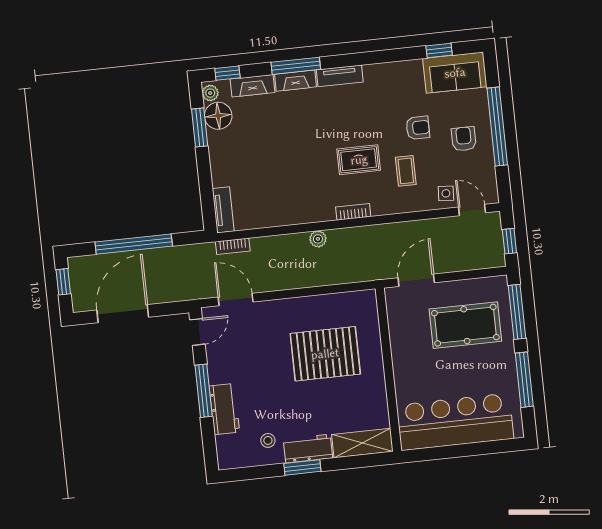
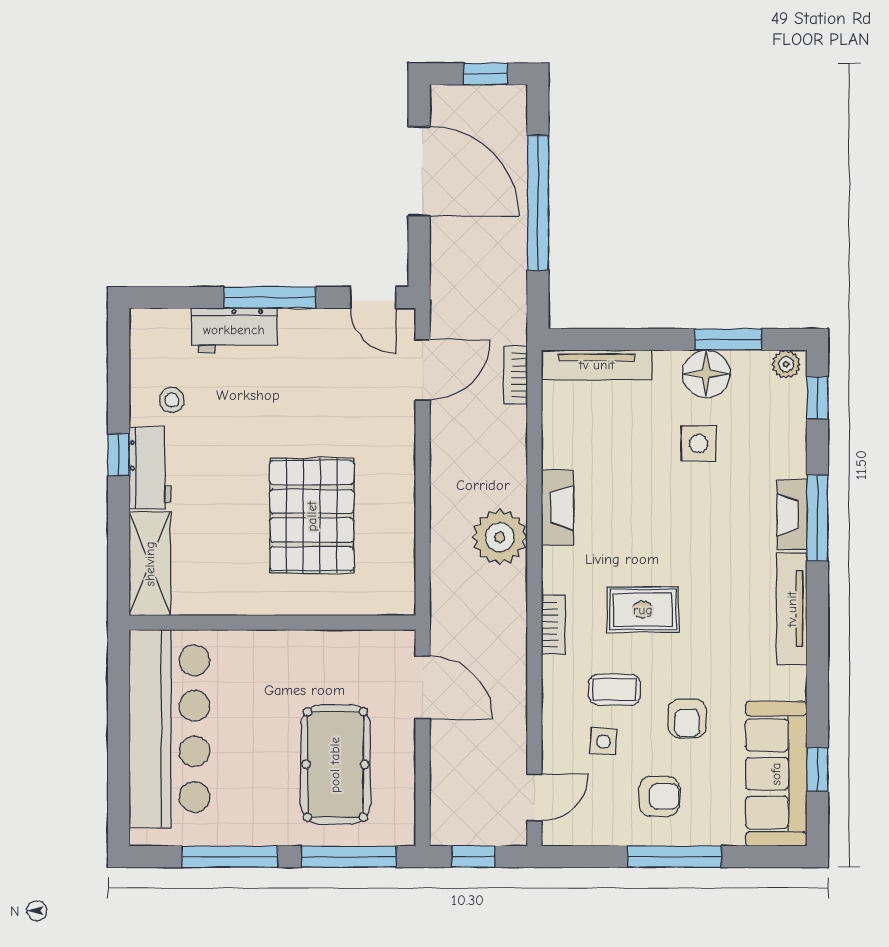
sofa: (455, 73) -> (776, 774), width x1.36
tv unit: (340, 76) -> (792, 609), width x1.41
fireplace: (253, 86) -> (557, 508), moved, turned 180
floor lamp: (218, 116) -> (706, 374), moved
window: (497, 127) -> (675, 857), width x0.68
side table: (261, 138) -> (699, 443), added
rug: (359, 160) -> (643, 610), turned 90
side table: (446, 193) -> (603, 742), moved
tv unit: (223, 210) -> (597, 365), width x1.41
bookcase: (353, 212) -> (553, 625), moved
plant: (318, 239) -> (500, 537), width x1.87, depth x1.87
window: (302, 467) -> (119, 455), width x0.67

